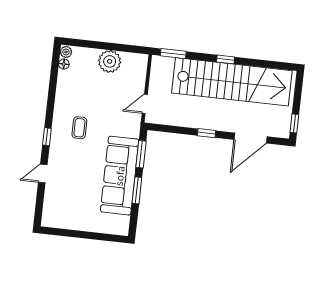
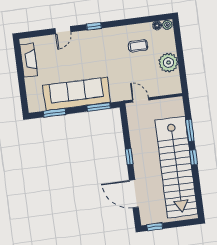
window: (173, 54) -> (190, 130), moved
coffee table: (79, 128) -> (138, 46), moved
door: (43, 173) -> (63, 30), swing flipped
window: (137, 190) -> (54, 113), moved
fireplace: (67, 221) -> (29, 60), added

